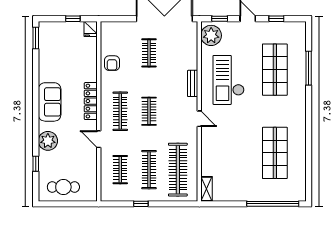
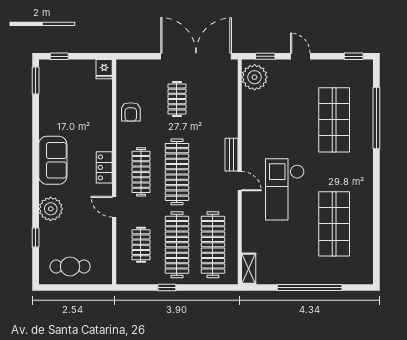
window: (73, 19) -> (59, 56), moved
window: (276, 19) -> (354, 56), moved
window: (309, 68) -> (376, 118), width x1.46
checkout: (229, 80) -> (285, 189), moved
bench: (193, 83) -> (232, 155), moved
locker: (91, 101) -> (104, 167), width x0.66
clothes rail: (149, 111) -> (177, 172), width x1.86, depth x1.31
clothes rail: (149, 170) -> (177, 245), width x1.37, depth x1.31
window: (273, 204) -> (310, 287), moved

